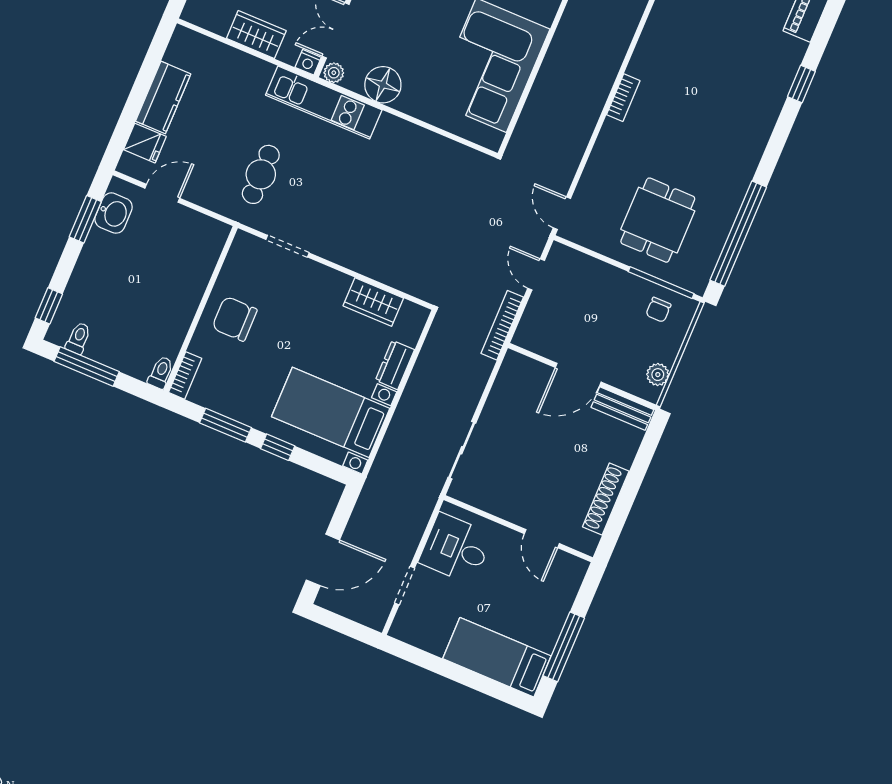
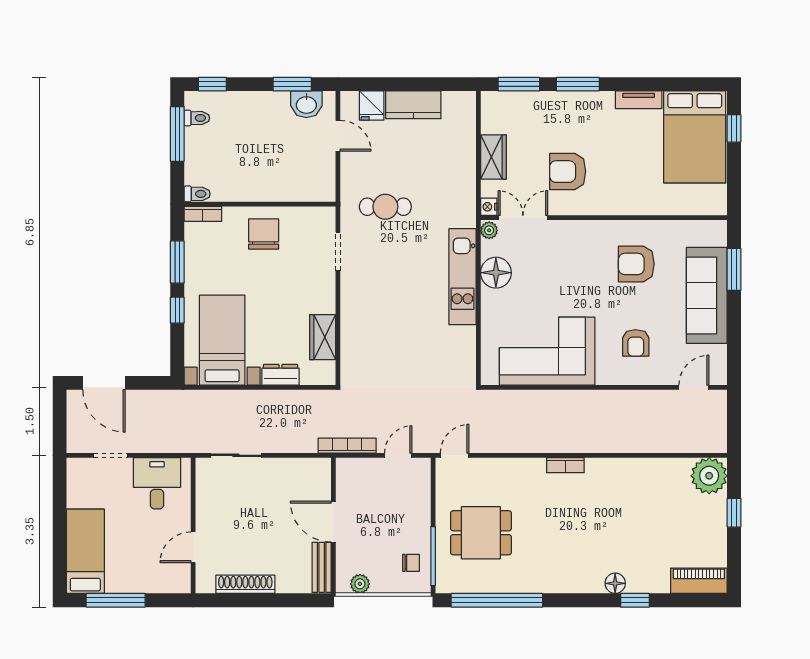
floor lamp: (774, 98) -> (615, 583), added
kitchen unit: (324, 103) -> (462, 277), moved
chair: (658, 310) -> (411, 563), turned 180

